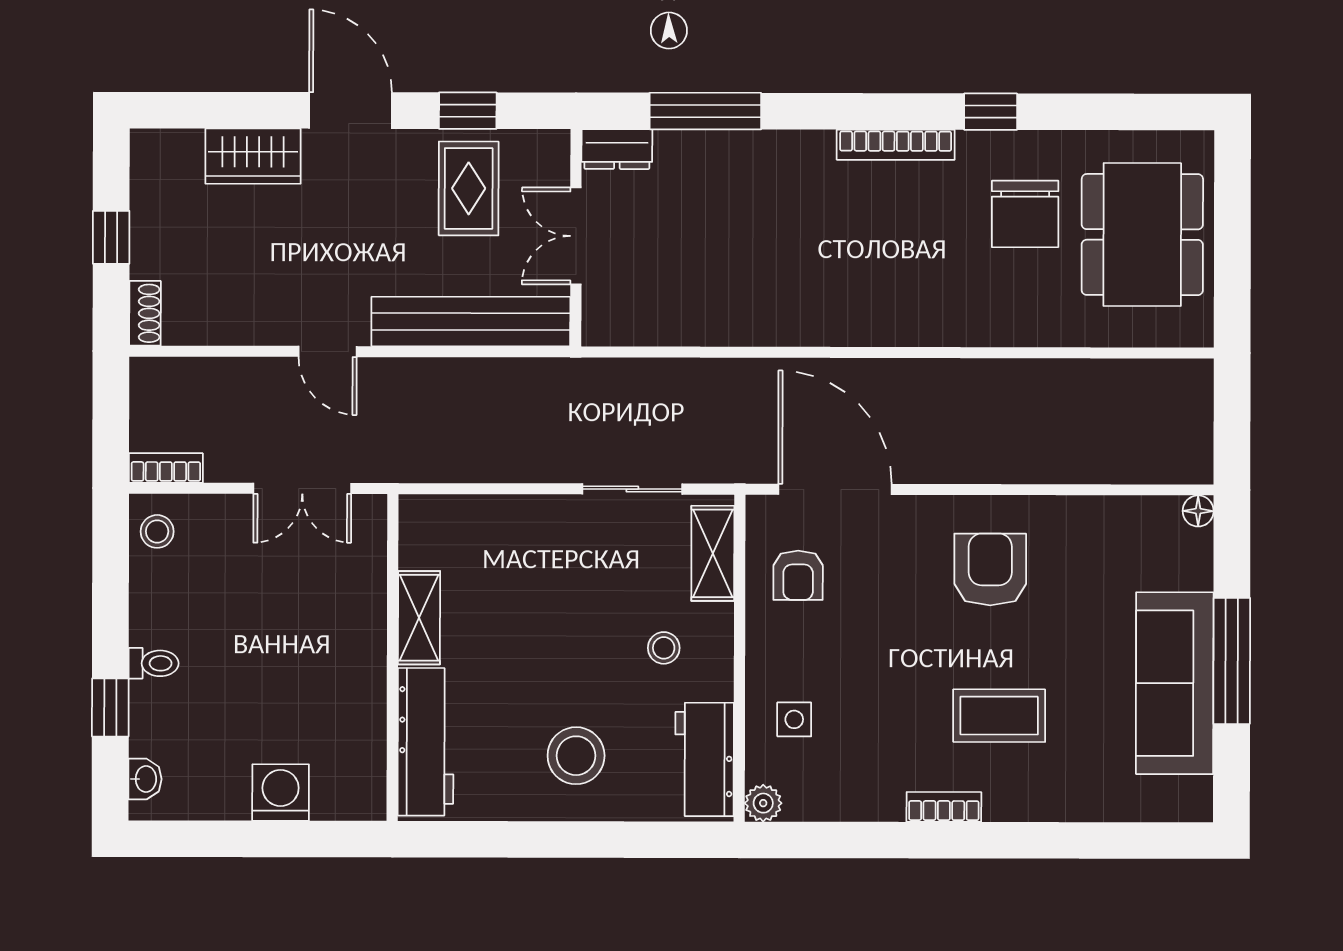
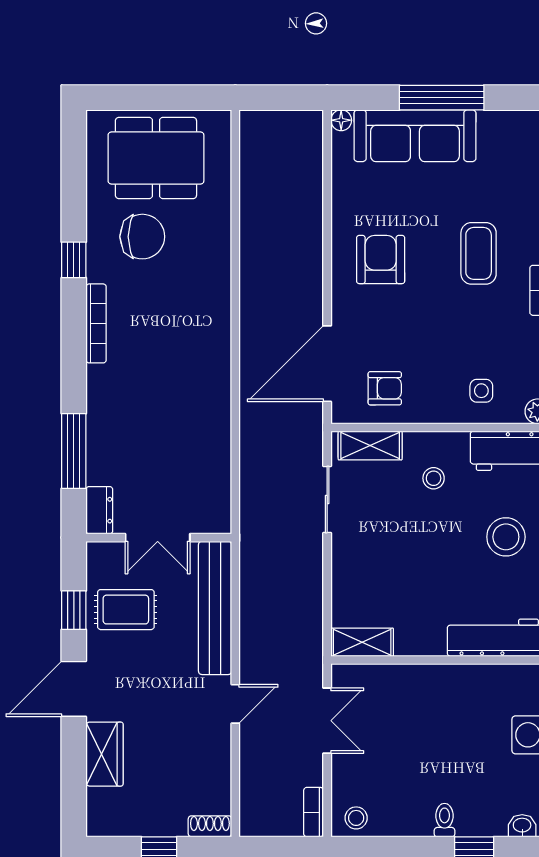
armchair: (990, 569) -> (381, 260), turned 90
shelving: (419, 618) -> (362, 642), moved
sofa: (1175, 683) -> (415, 136), moved

